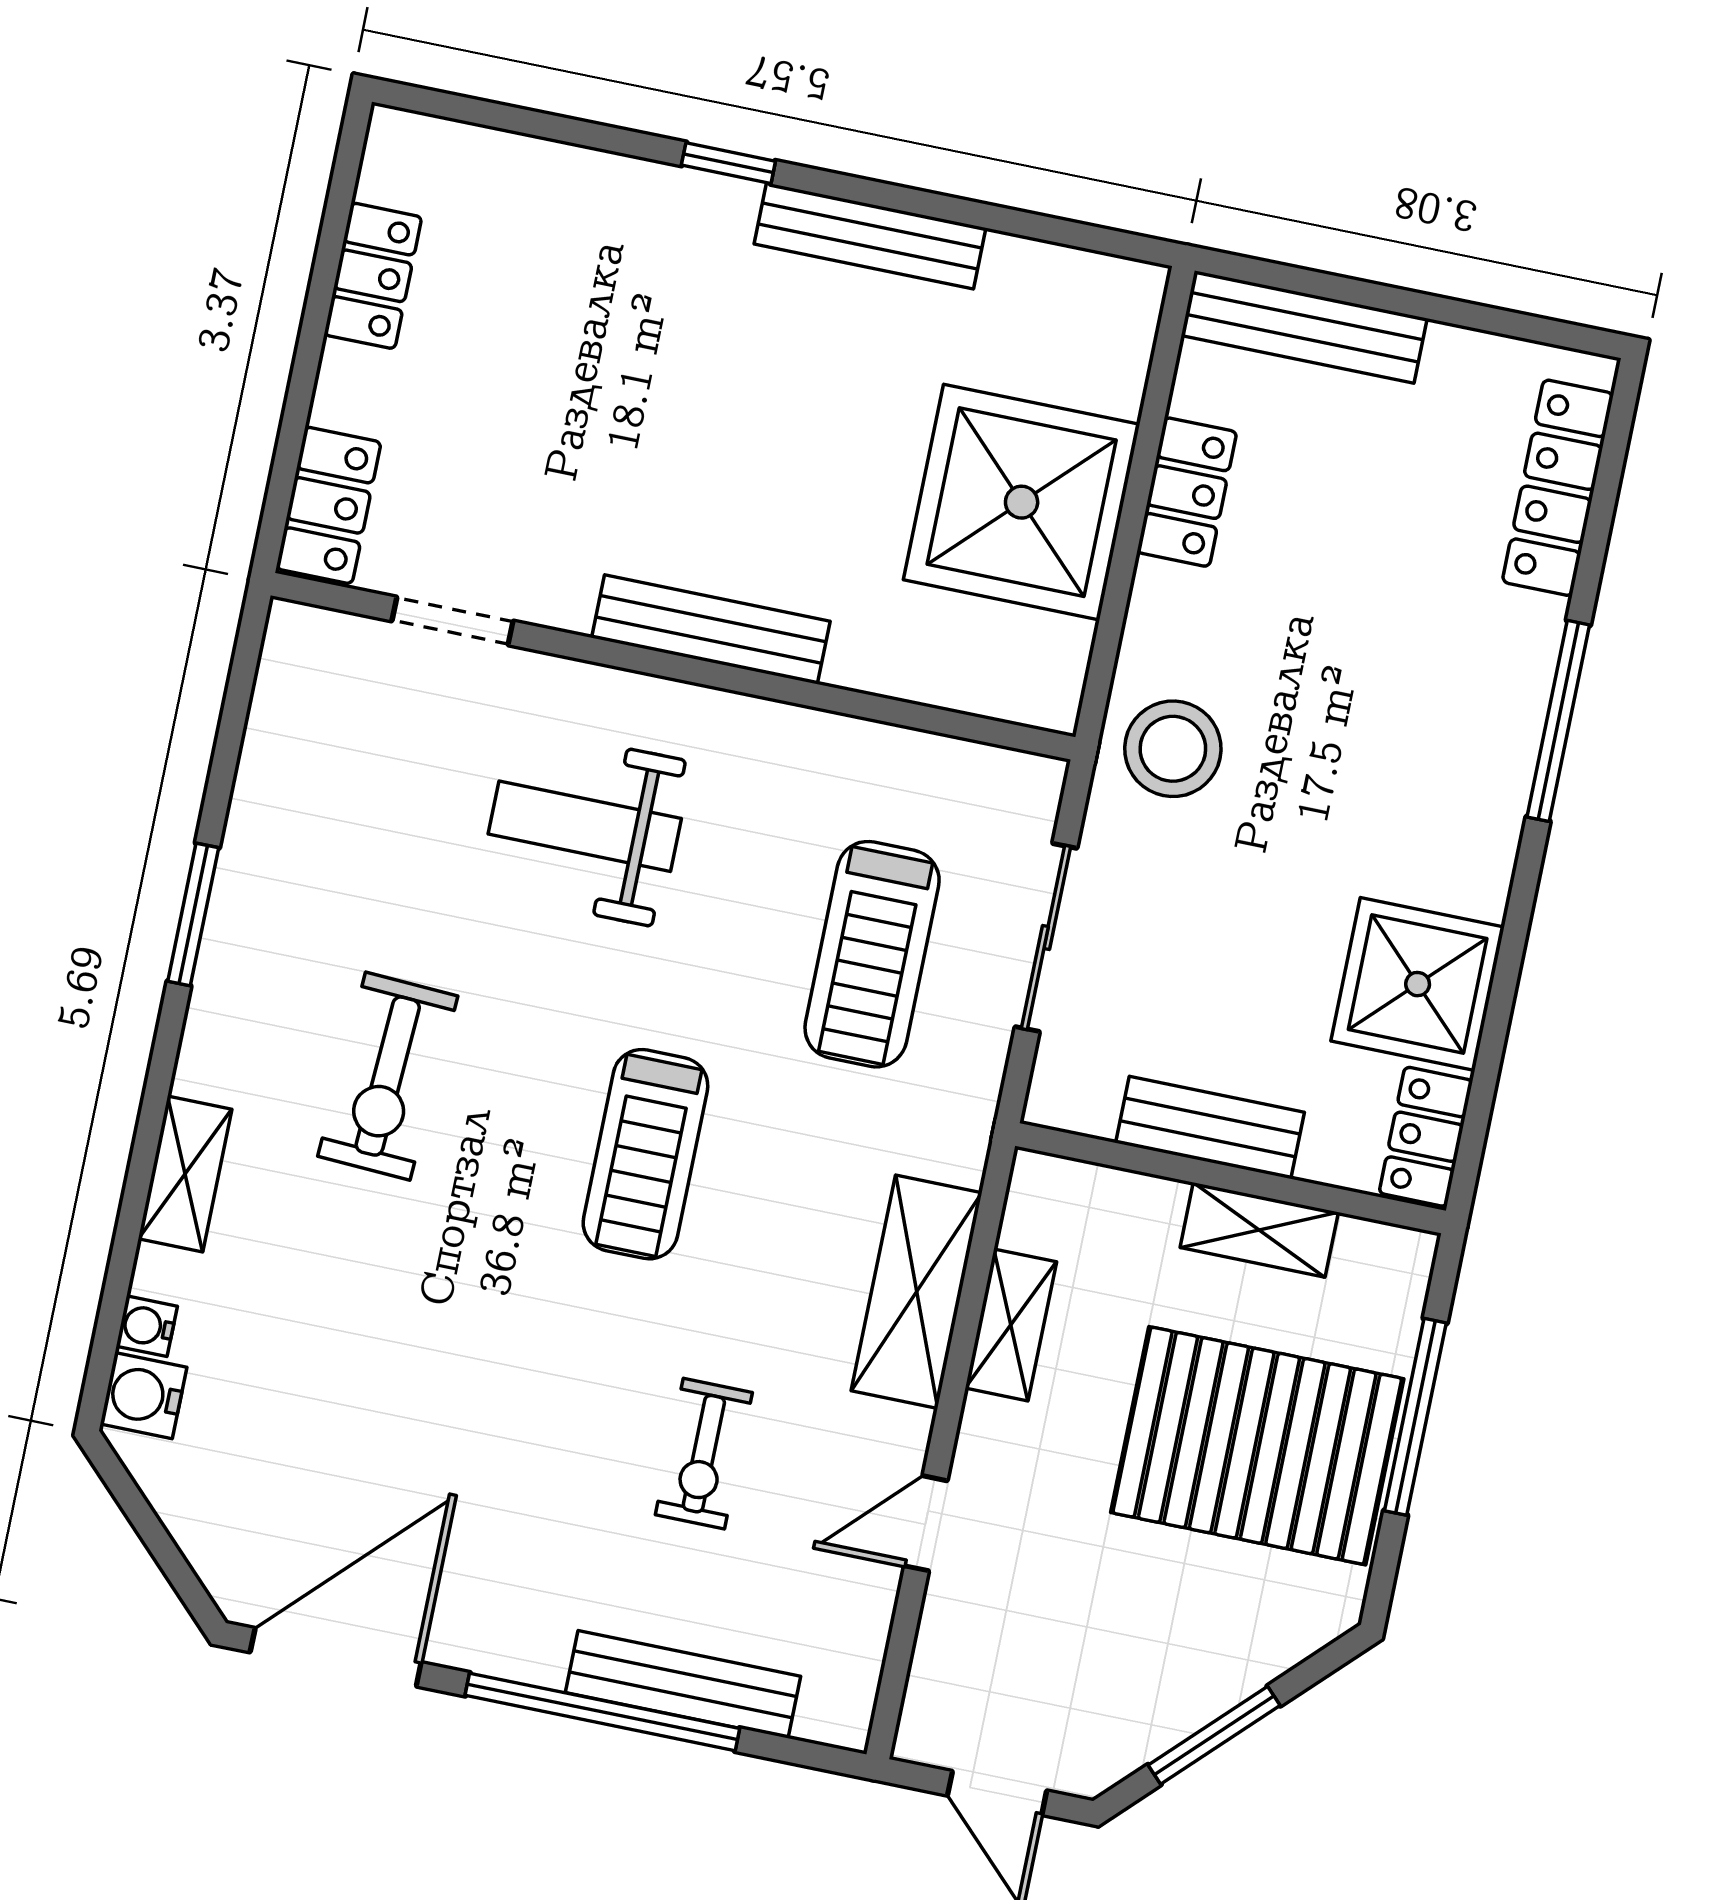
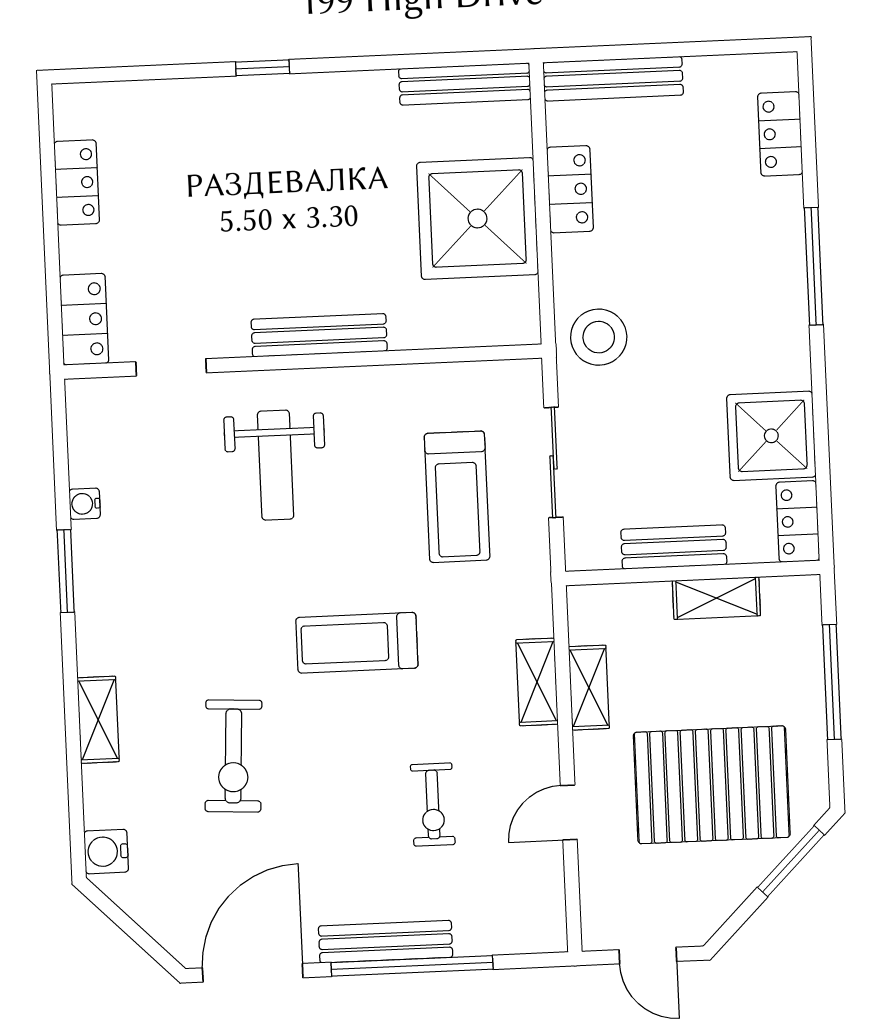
bench: (870, 236) -> (465, 84), moved
locker: (1558, 488) -> (780, 134), width x0.66
weight bench: (585, 826) -> (276, 465), turned -90
exercise bike: (388, 1076) -> (233, 756), moved
treadmill: (645, 1154) -> (357, 643), turned 90
shelving: (917, 1292) -> (537, 682), width x0.67, depth x0.75
water cooler: (147, 1326) -> (85, 504), moved
pallet: (1257, 1446) -> (712, 785), moved
bench: (683, 1684) -> (386, 942), moved
window: (1214, 1735) -> (791, 861), moved

